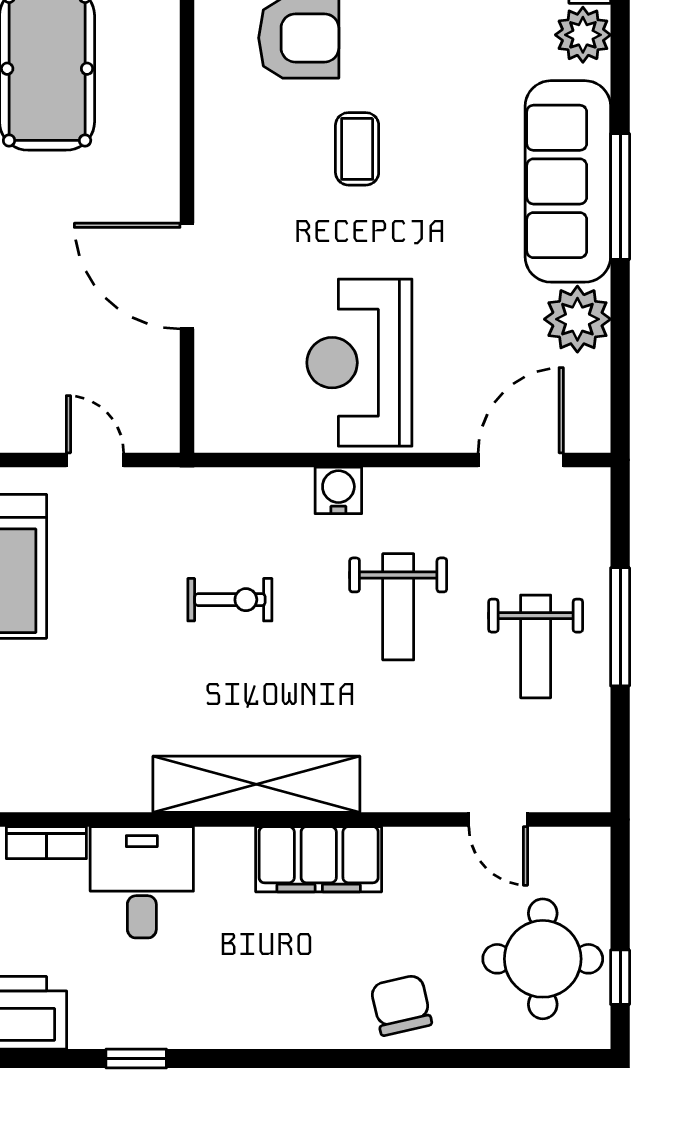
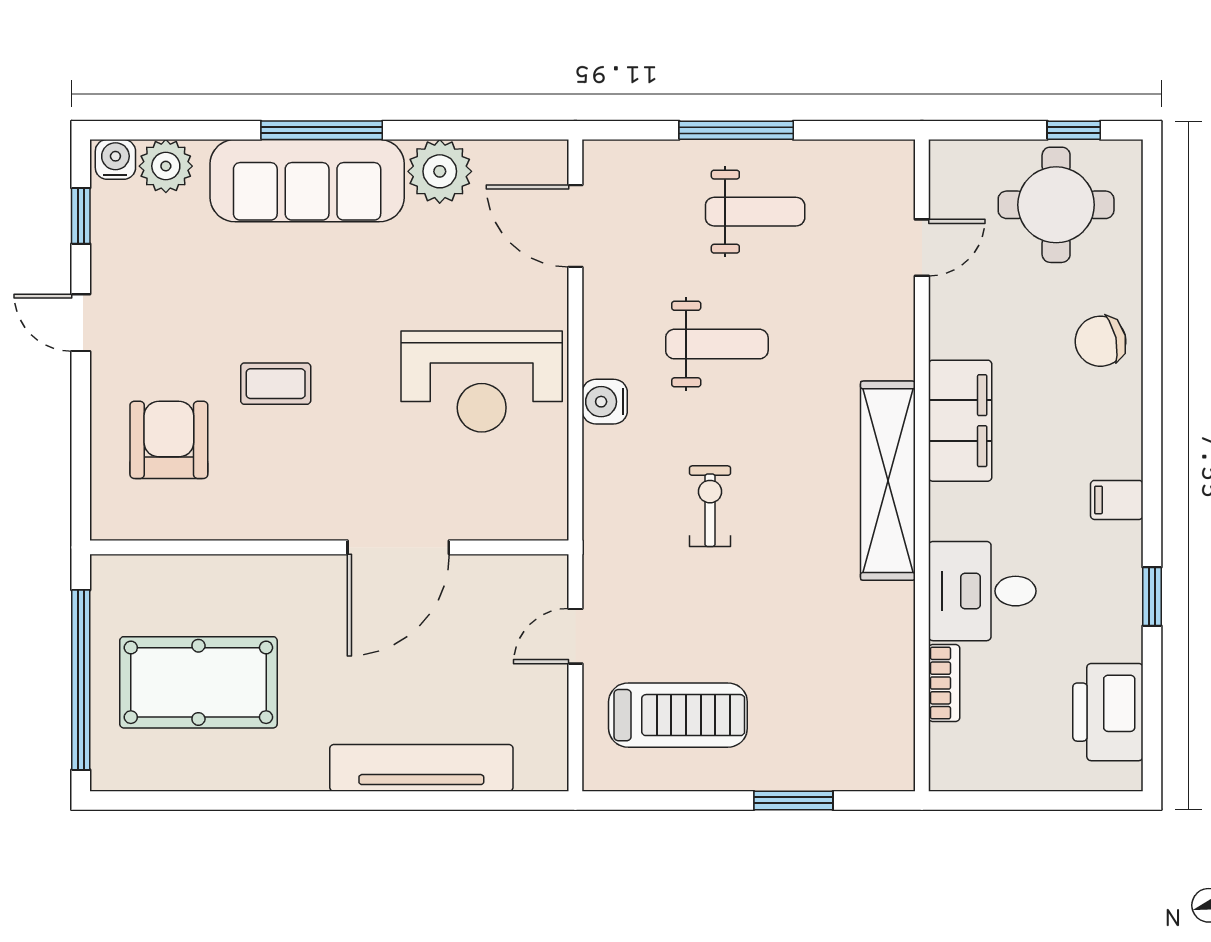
filing cabinet: (236, 1022) -> (1117, 500), added

